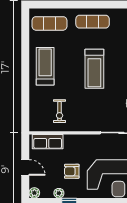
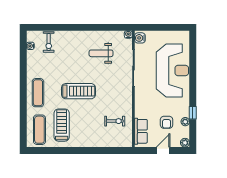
treadmill: (45, 66) -> (62, 125), moved, turned 90
armchair: (72, 171) -> (167, 122), moved

